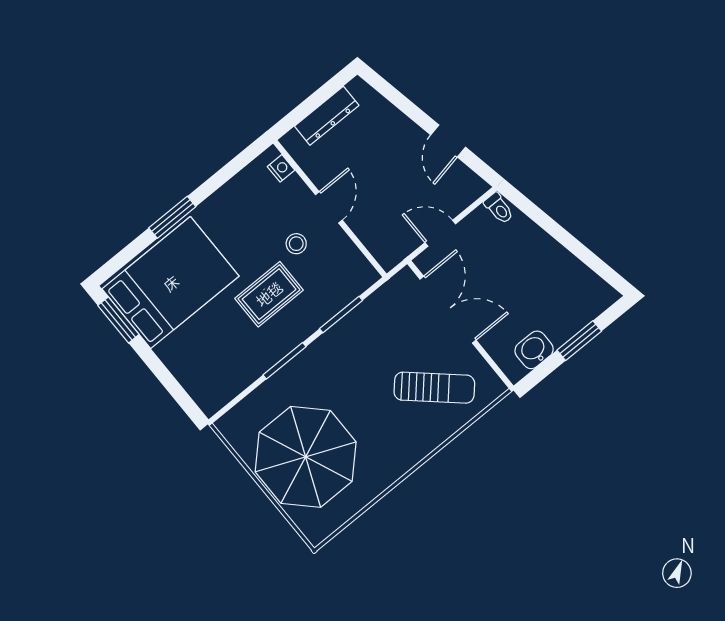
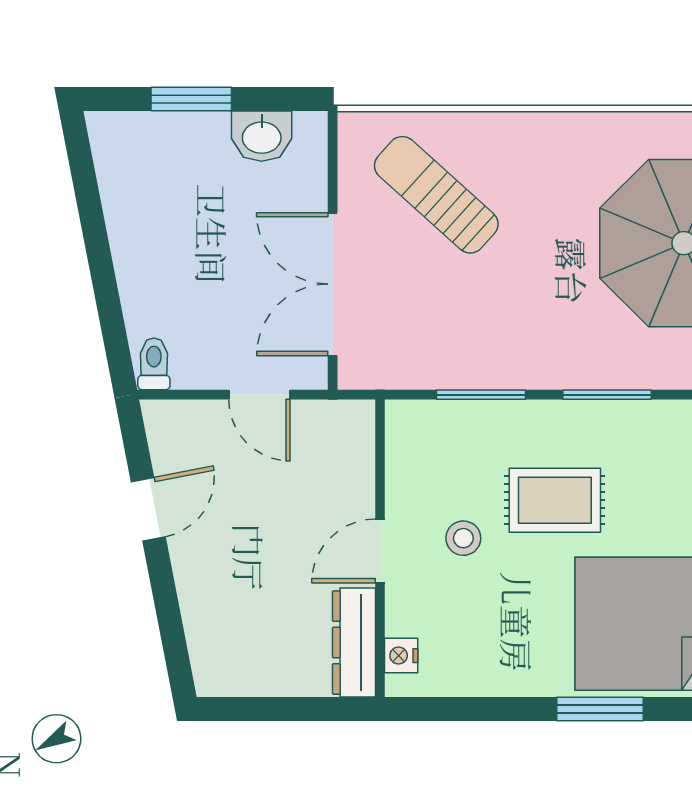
dresser: (327, 116) -> (354, 643), moved, turned -90

